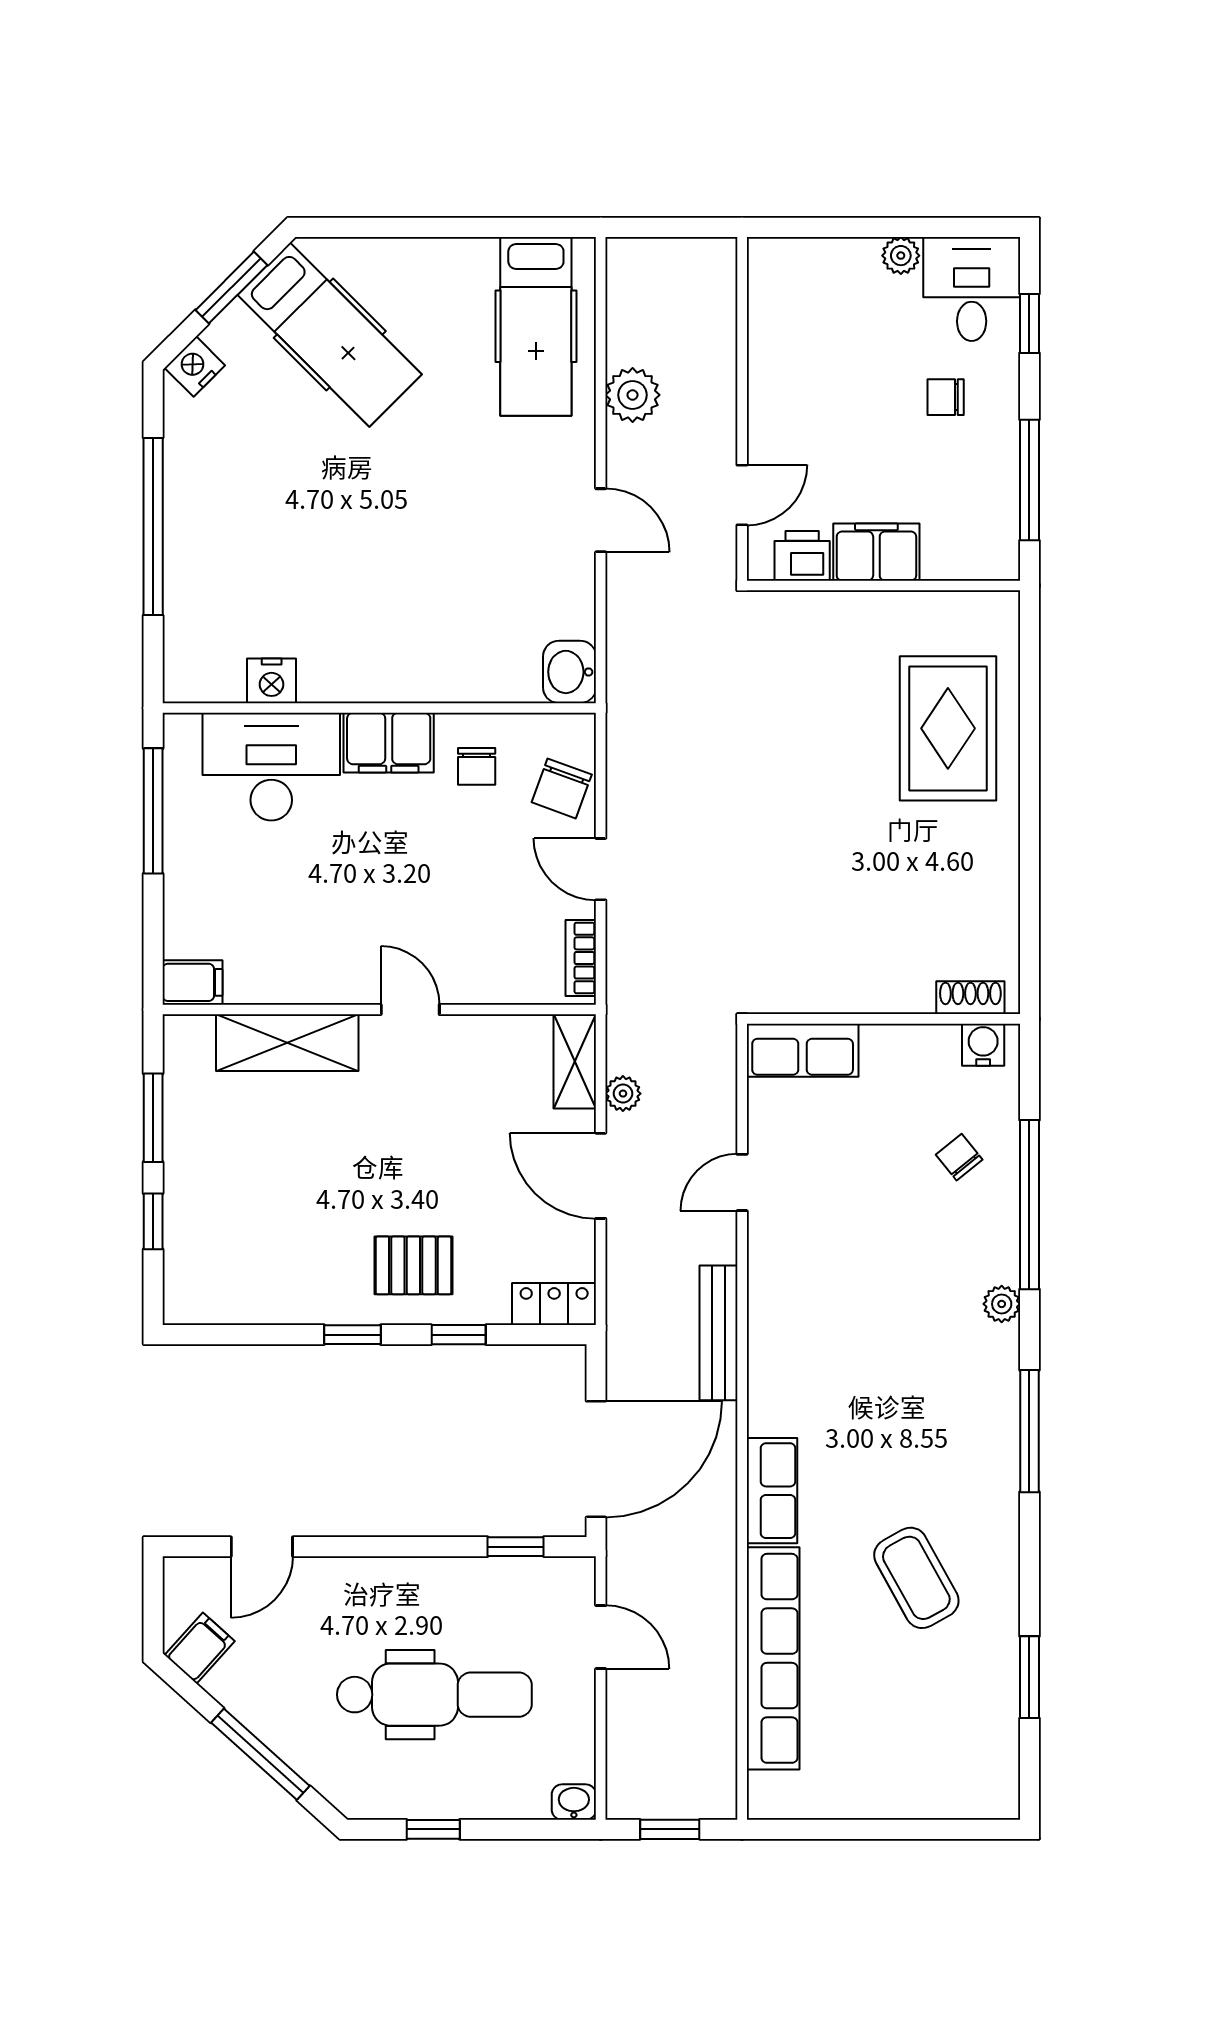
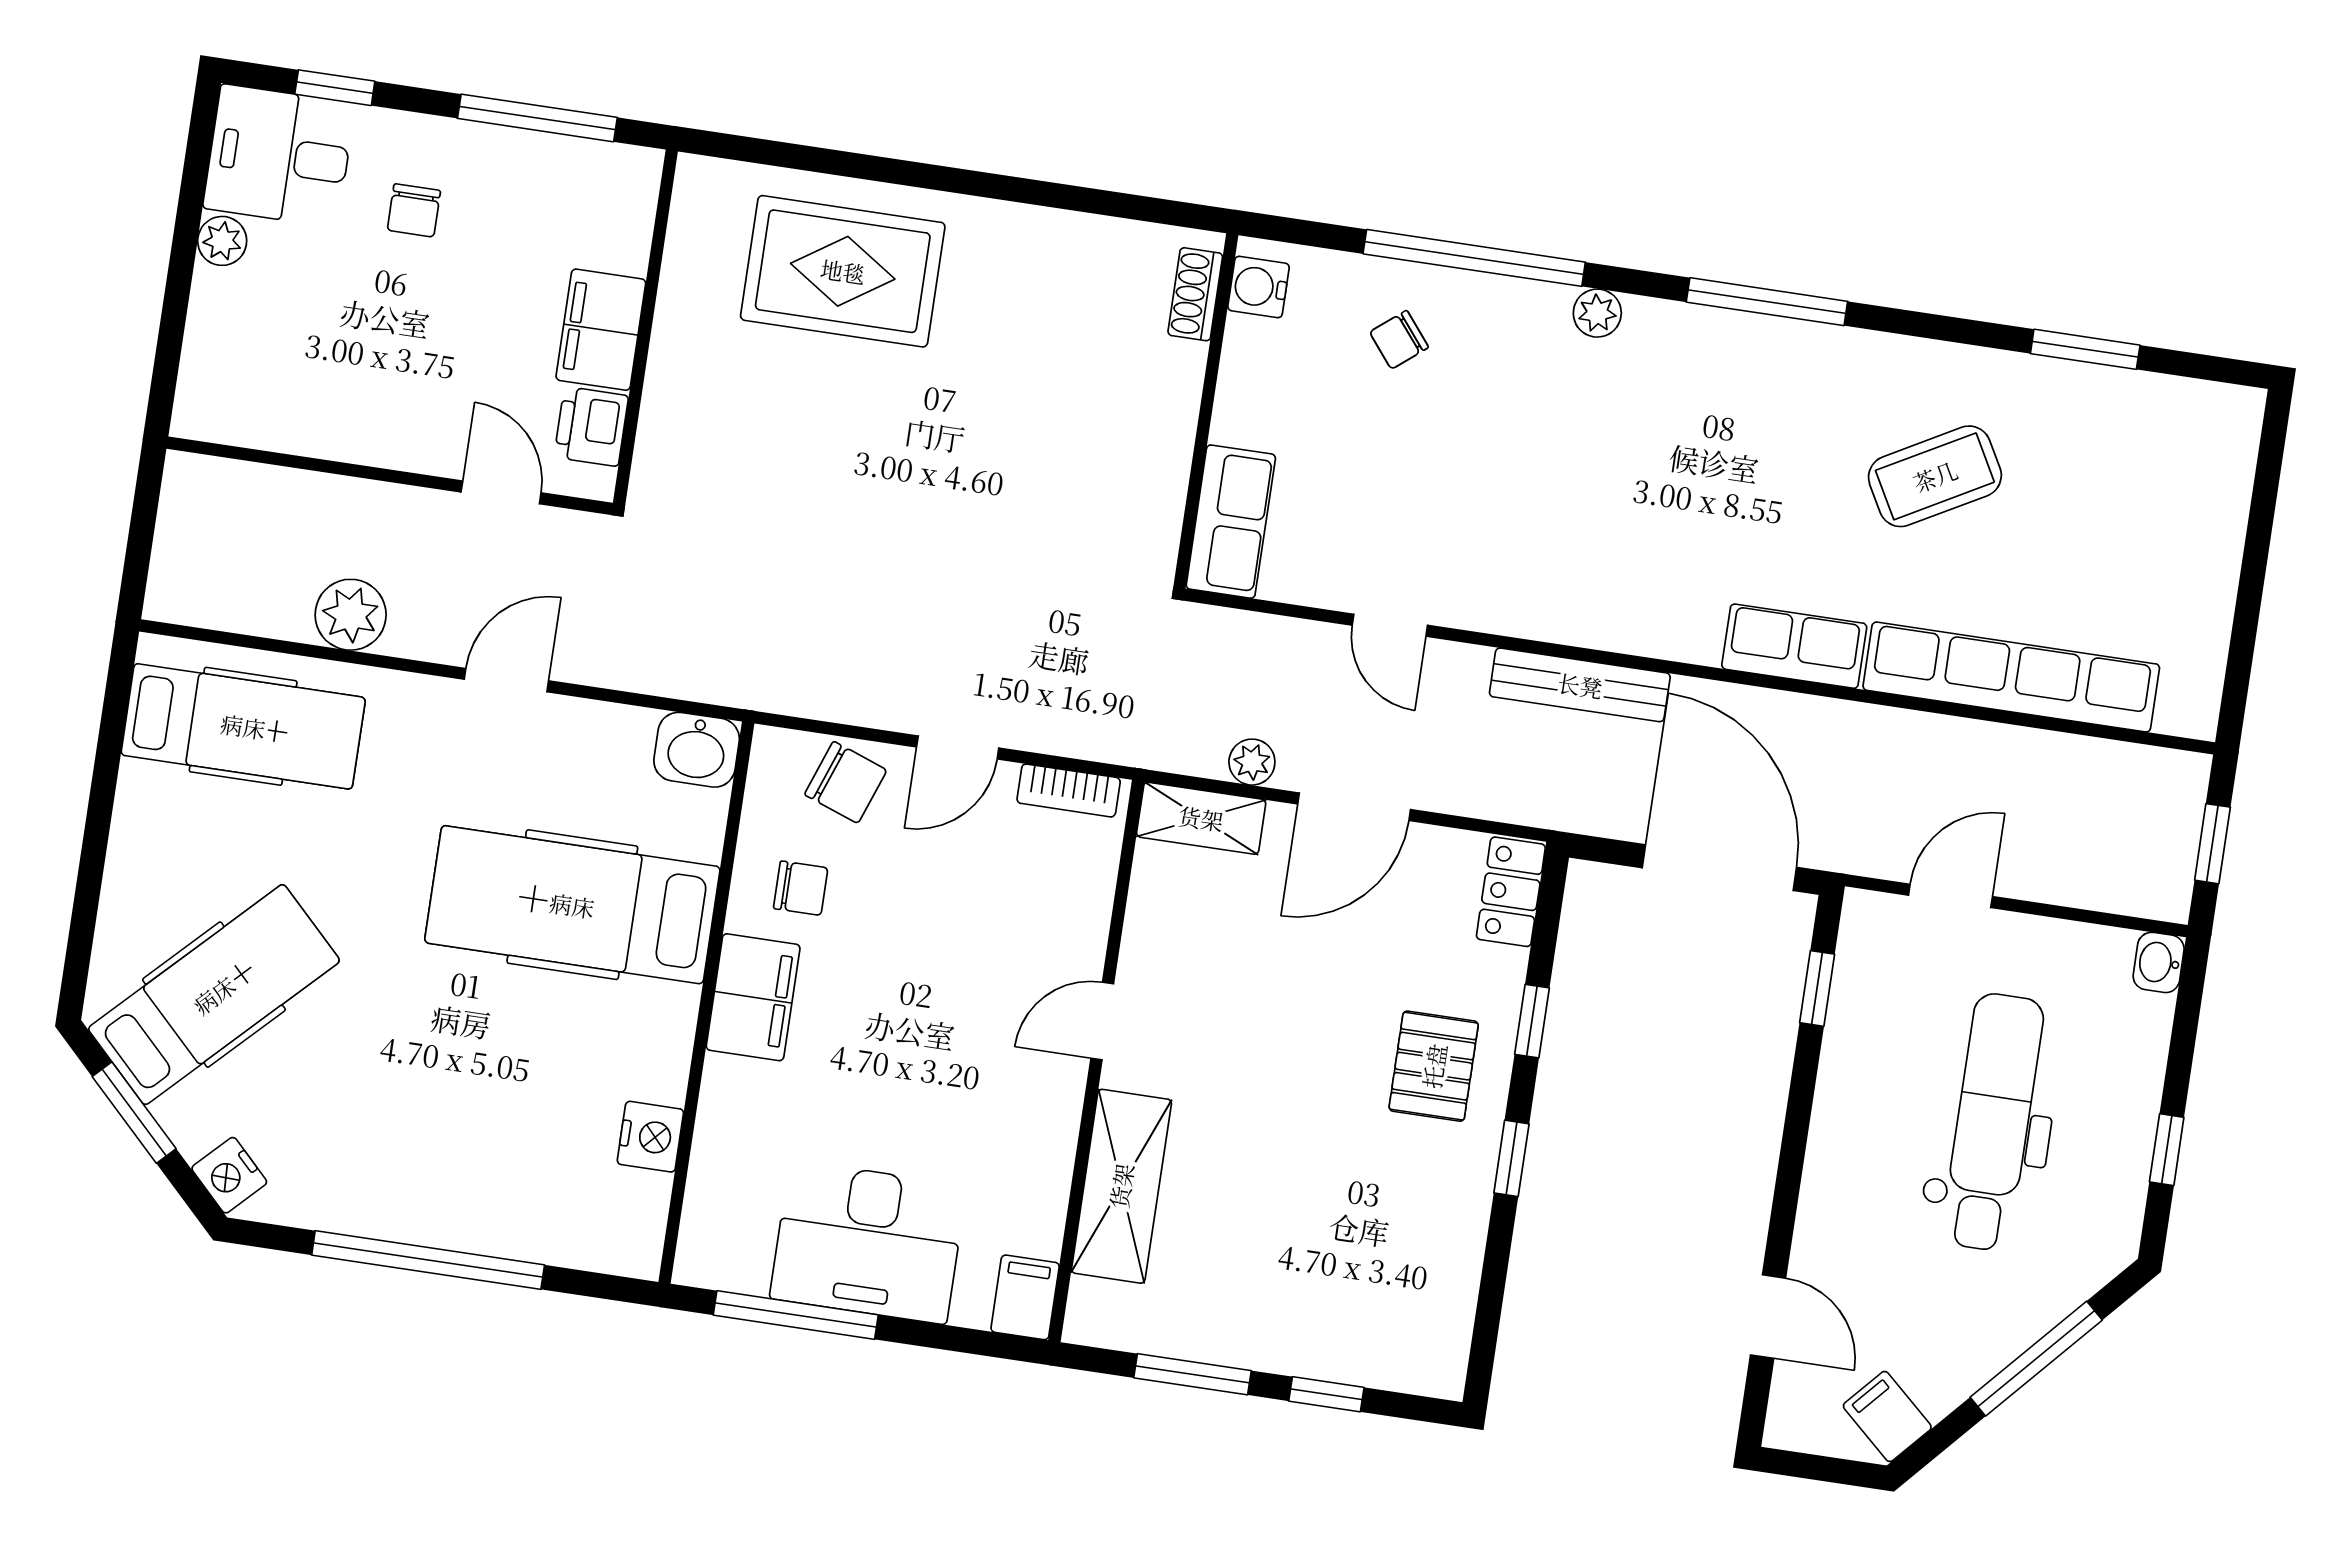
hospital bed: (438, 596) -> (572, 905), added
desk: (271, 767) -> (868, 1242), moved, turned -90

